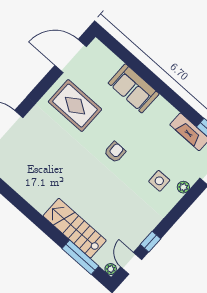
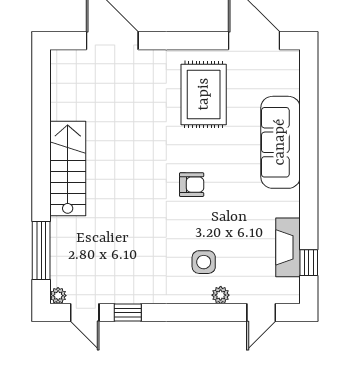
sofa: (134, 88) -> (280, 142), width x1.36
stairs: (75, 228) -> (68, 169), moved
door: (131, 263) -> (85, 313), swing flipped

